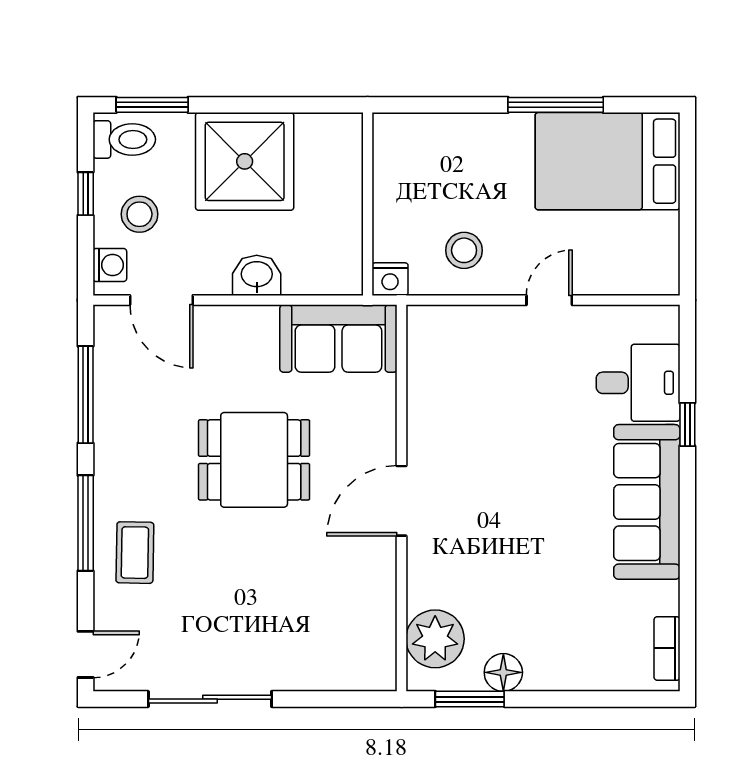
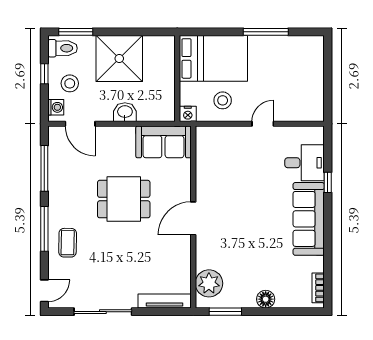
bed: (608, 161) -> (213, 58), moved, turned 180
floor lamp: (503, 672) -> (266, 299), moved
tv unit: (341, 676) -> (165, 301), added

